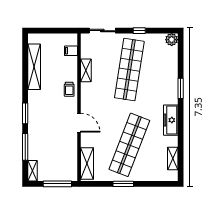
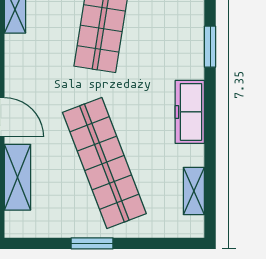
shop shelf: (129, 145) -> (104, 163), turned -42
shelving: (87, 164) -> (17, 177), moved

